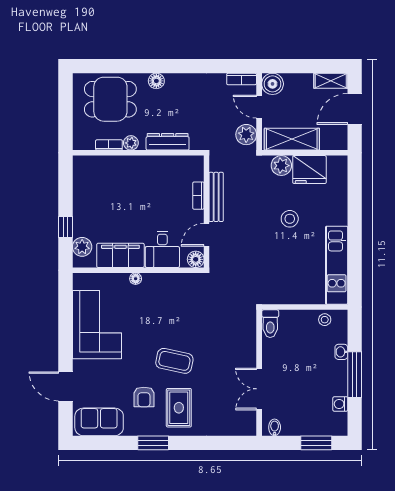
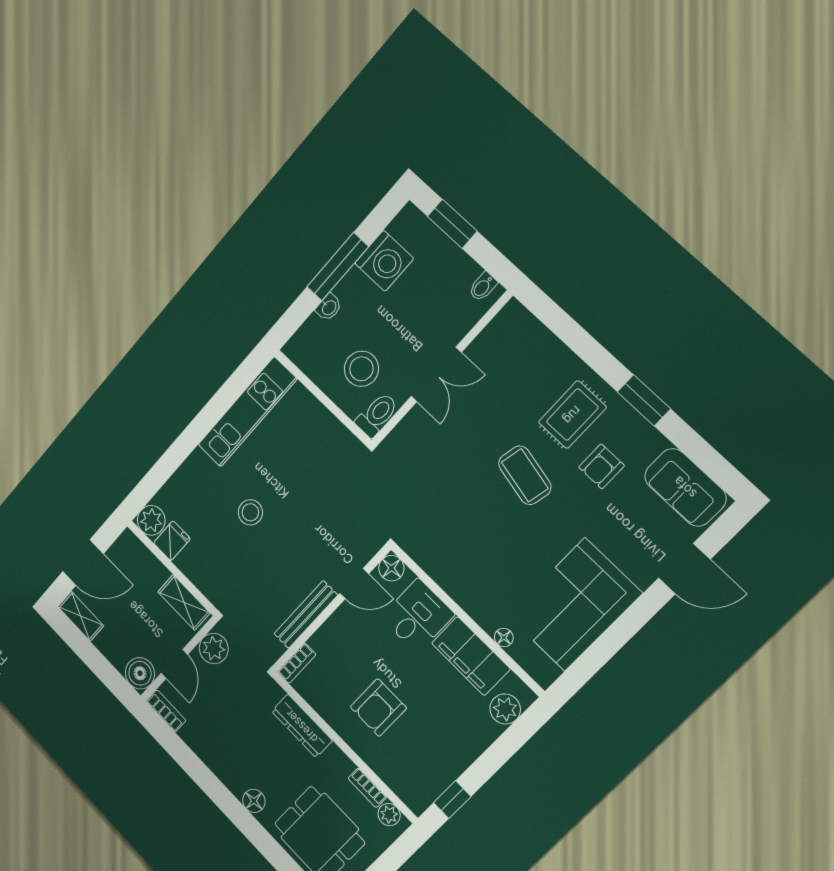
shelving: (292, 139) -> (184, 602), width x0.67, depth x0.75
plant: (131, 143) -> (389, 815), moved
plant: (281, 166) -> (151, 520), moved
fridge: (309, 170) -> (172, 541), width x0.53, depth x0.75
armchair: (140, 188) -> (378, 708), added
bookcase: (198, 196) -> (297, 663), moved
window: (66, 227) -> (452, 800), moved
floor lamp: (136, 279) -> (504, 638), moved
stool: (325, 320) -> (361, 369), moved, width x1.89, depth x1.89
door: (66, 386) -> (684, 569), hinge flipped
double door: (259, 389) -> (436, 374), moved
armchair: (144, 397) -> (601, 466), turned 180
washing machine: (340, 404) -> (384, 261), width x1.89, depth x1.89

